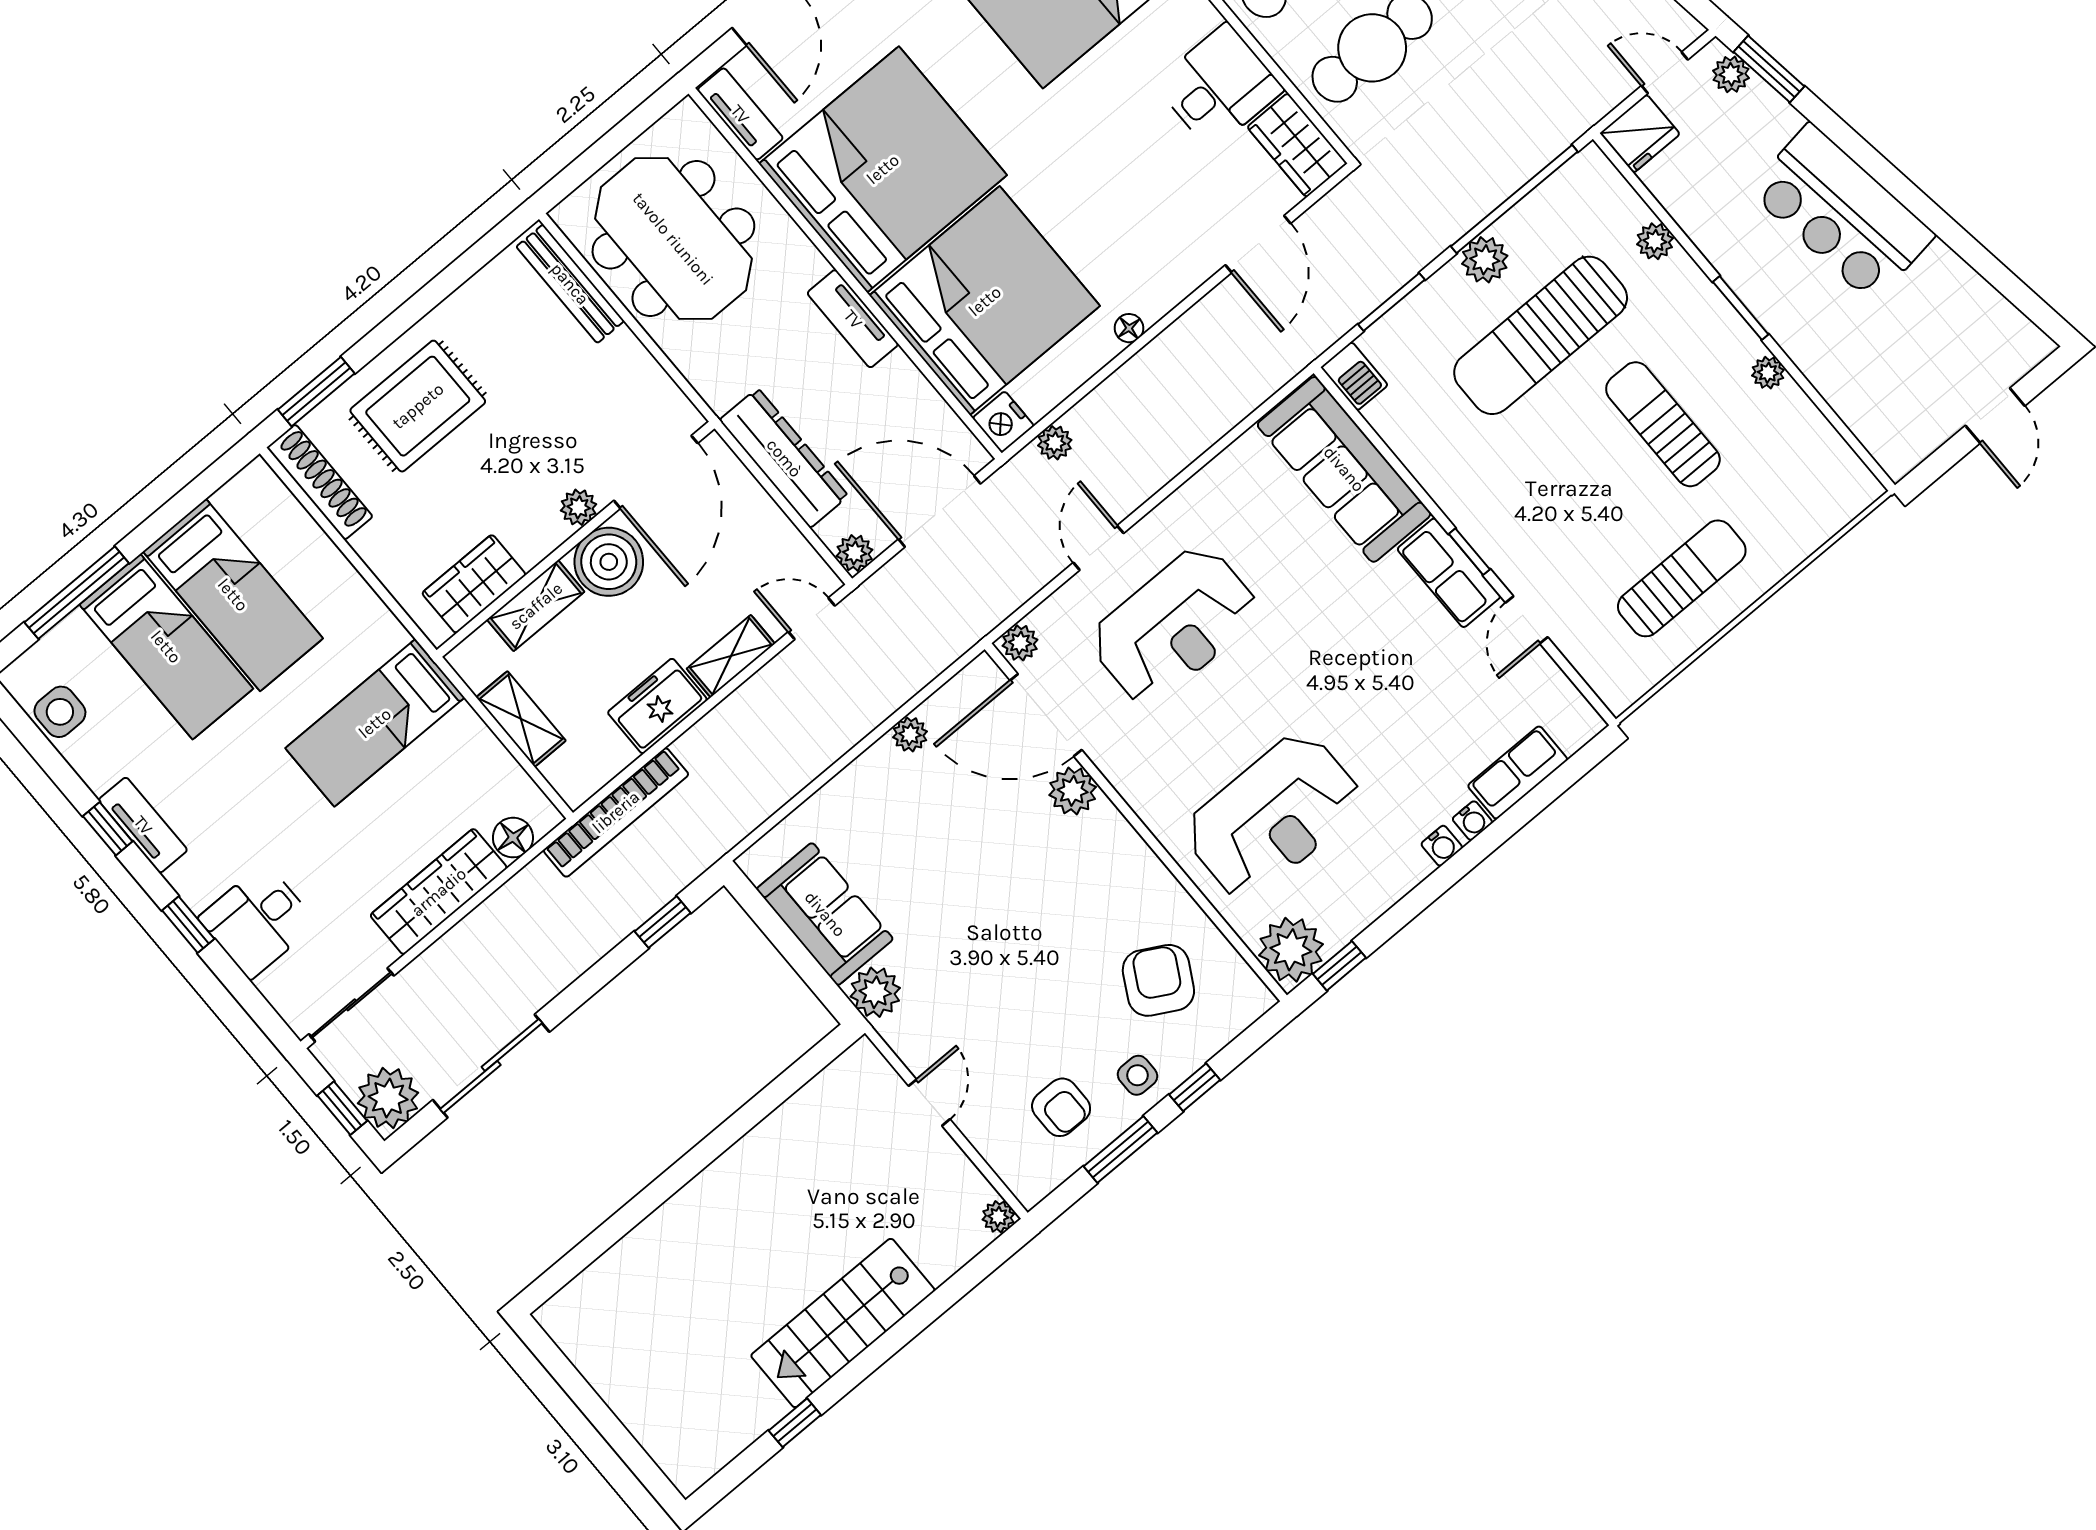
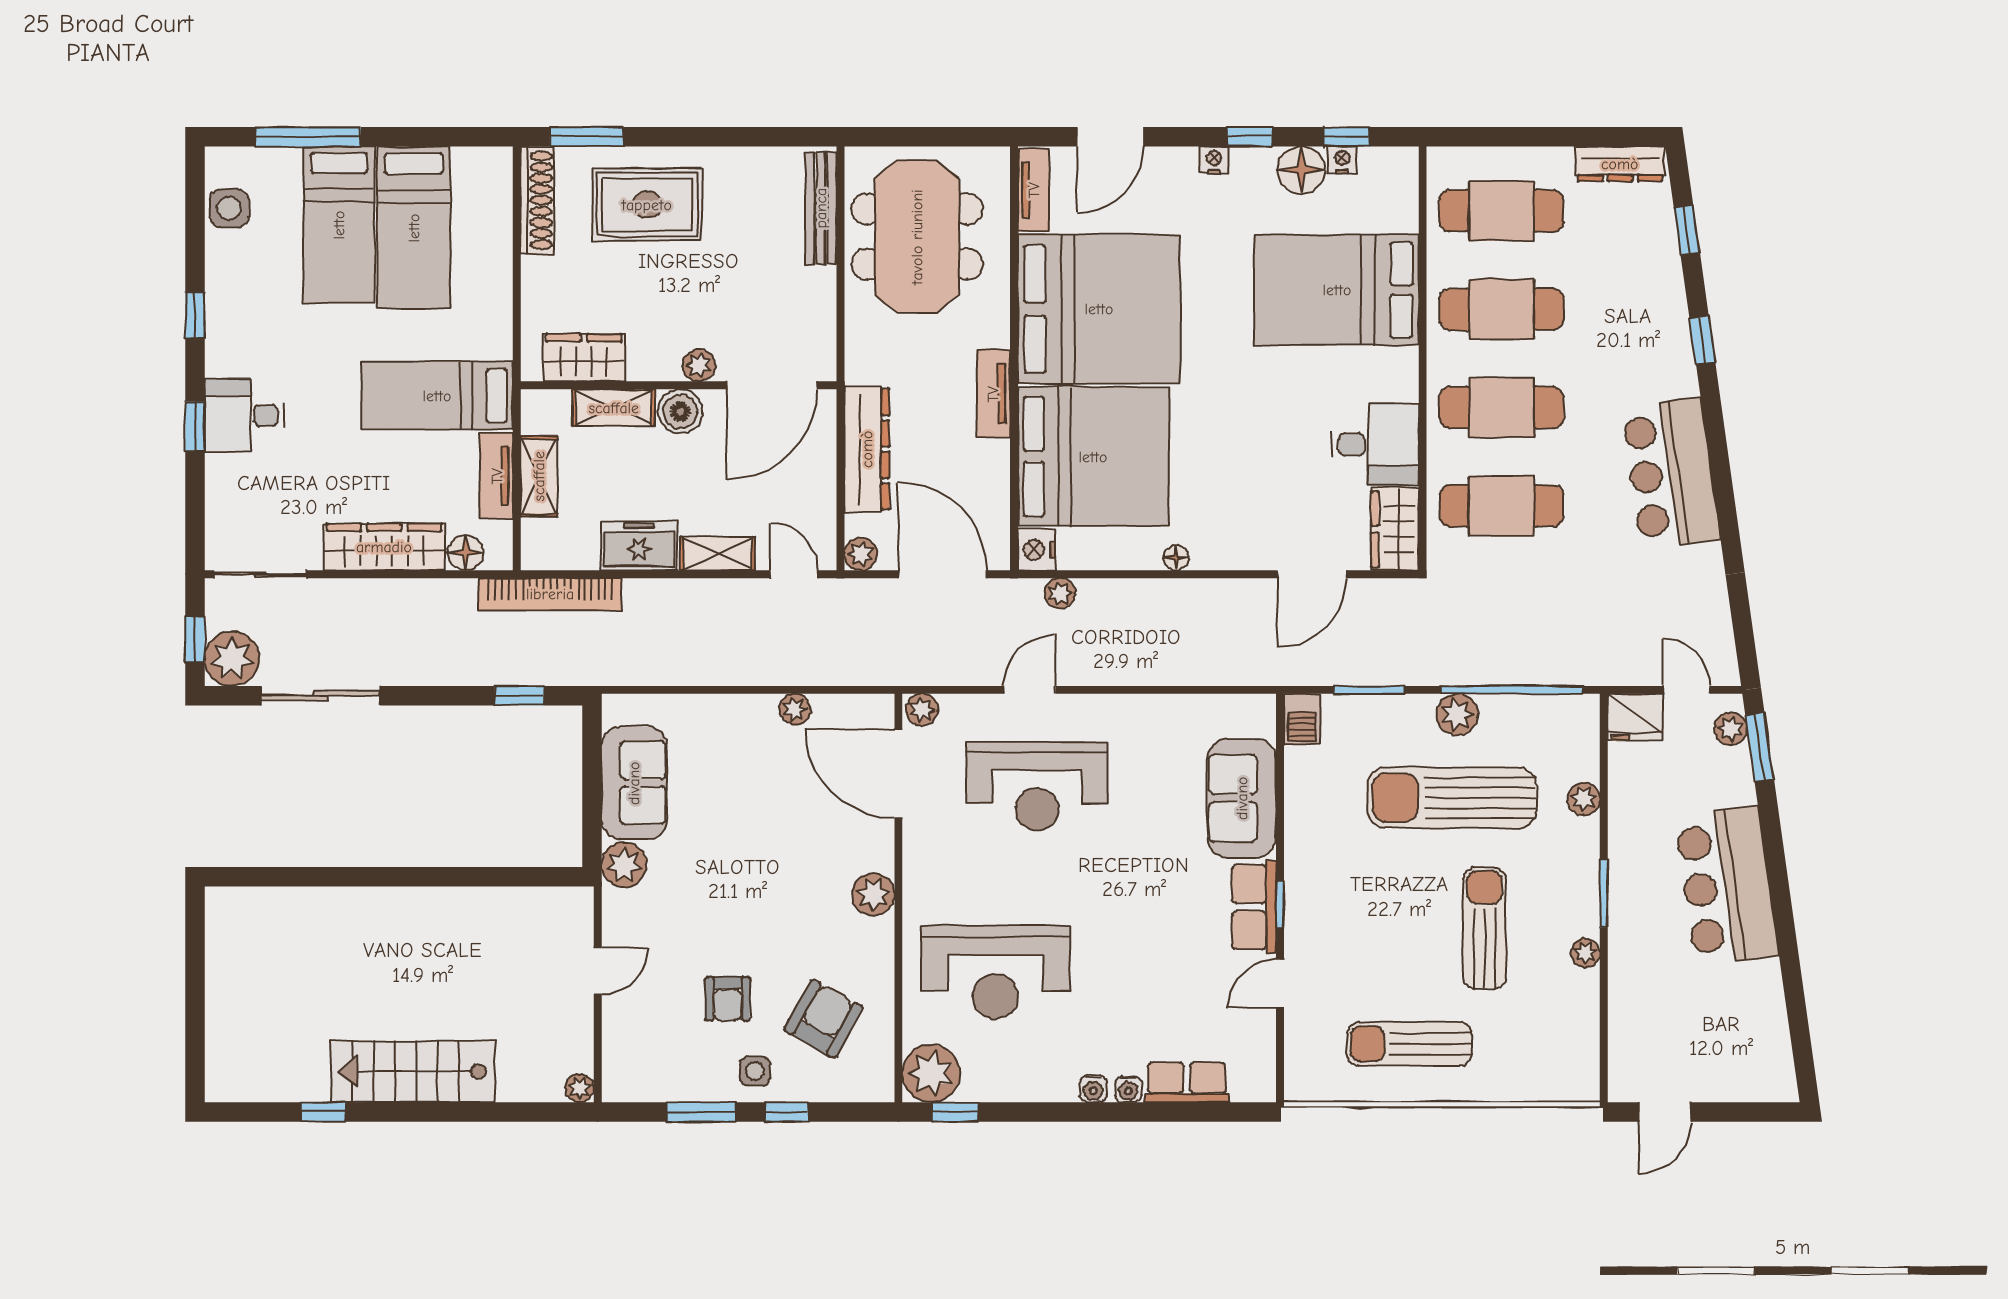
door: (1995, 416) -> (1665, 1112), moved
sofa: (1344, 469) -> (1242, 798), width x0.73
boiler: (609, 562) -> (680, 411), width x0.73, depth x0.73
sun lounger: (1682, 578) -> (1409, 1044), turned 180
plant: (1073, 791) -> (873, 894), moved
tv unit: (143, 825) -> (497, 476), moved, turned 180
desk: (258, 921) -> (244, 416), moved
armchair: (1061, 1107) -> (728, 999), moved

